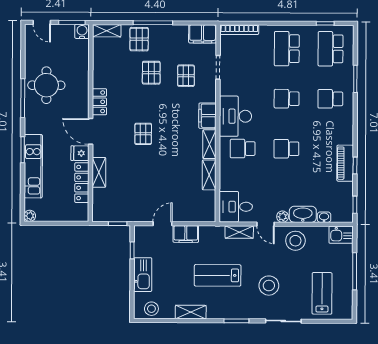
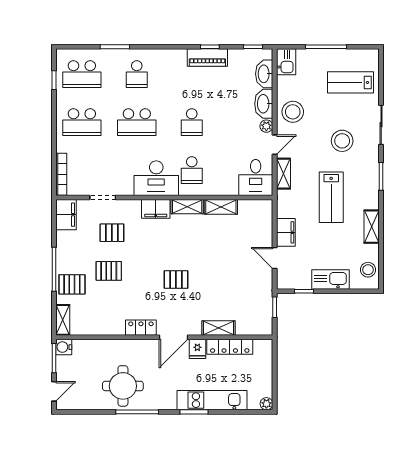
school desk: (287, 99) -> (137, 122), width x1.85
washbasin: (324, 217) -> (264, 74), width x1.91, depth x1.45

